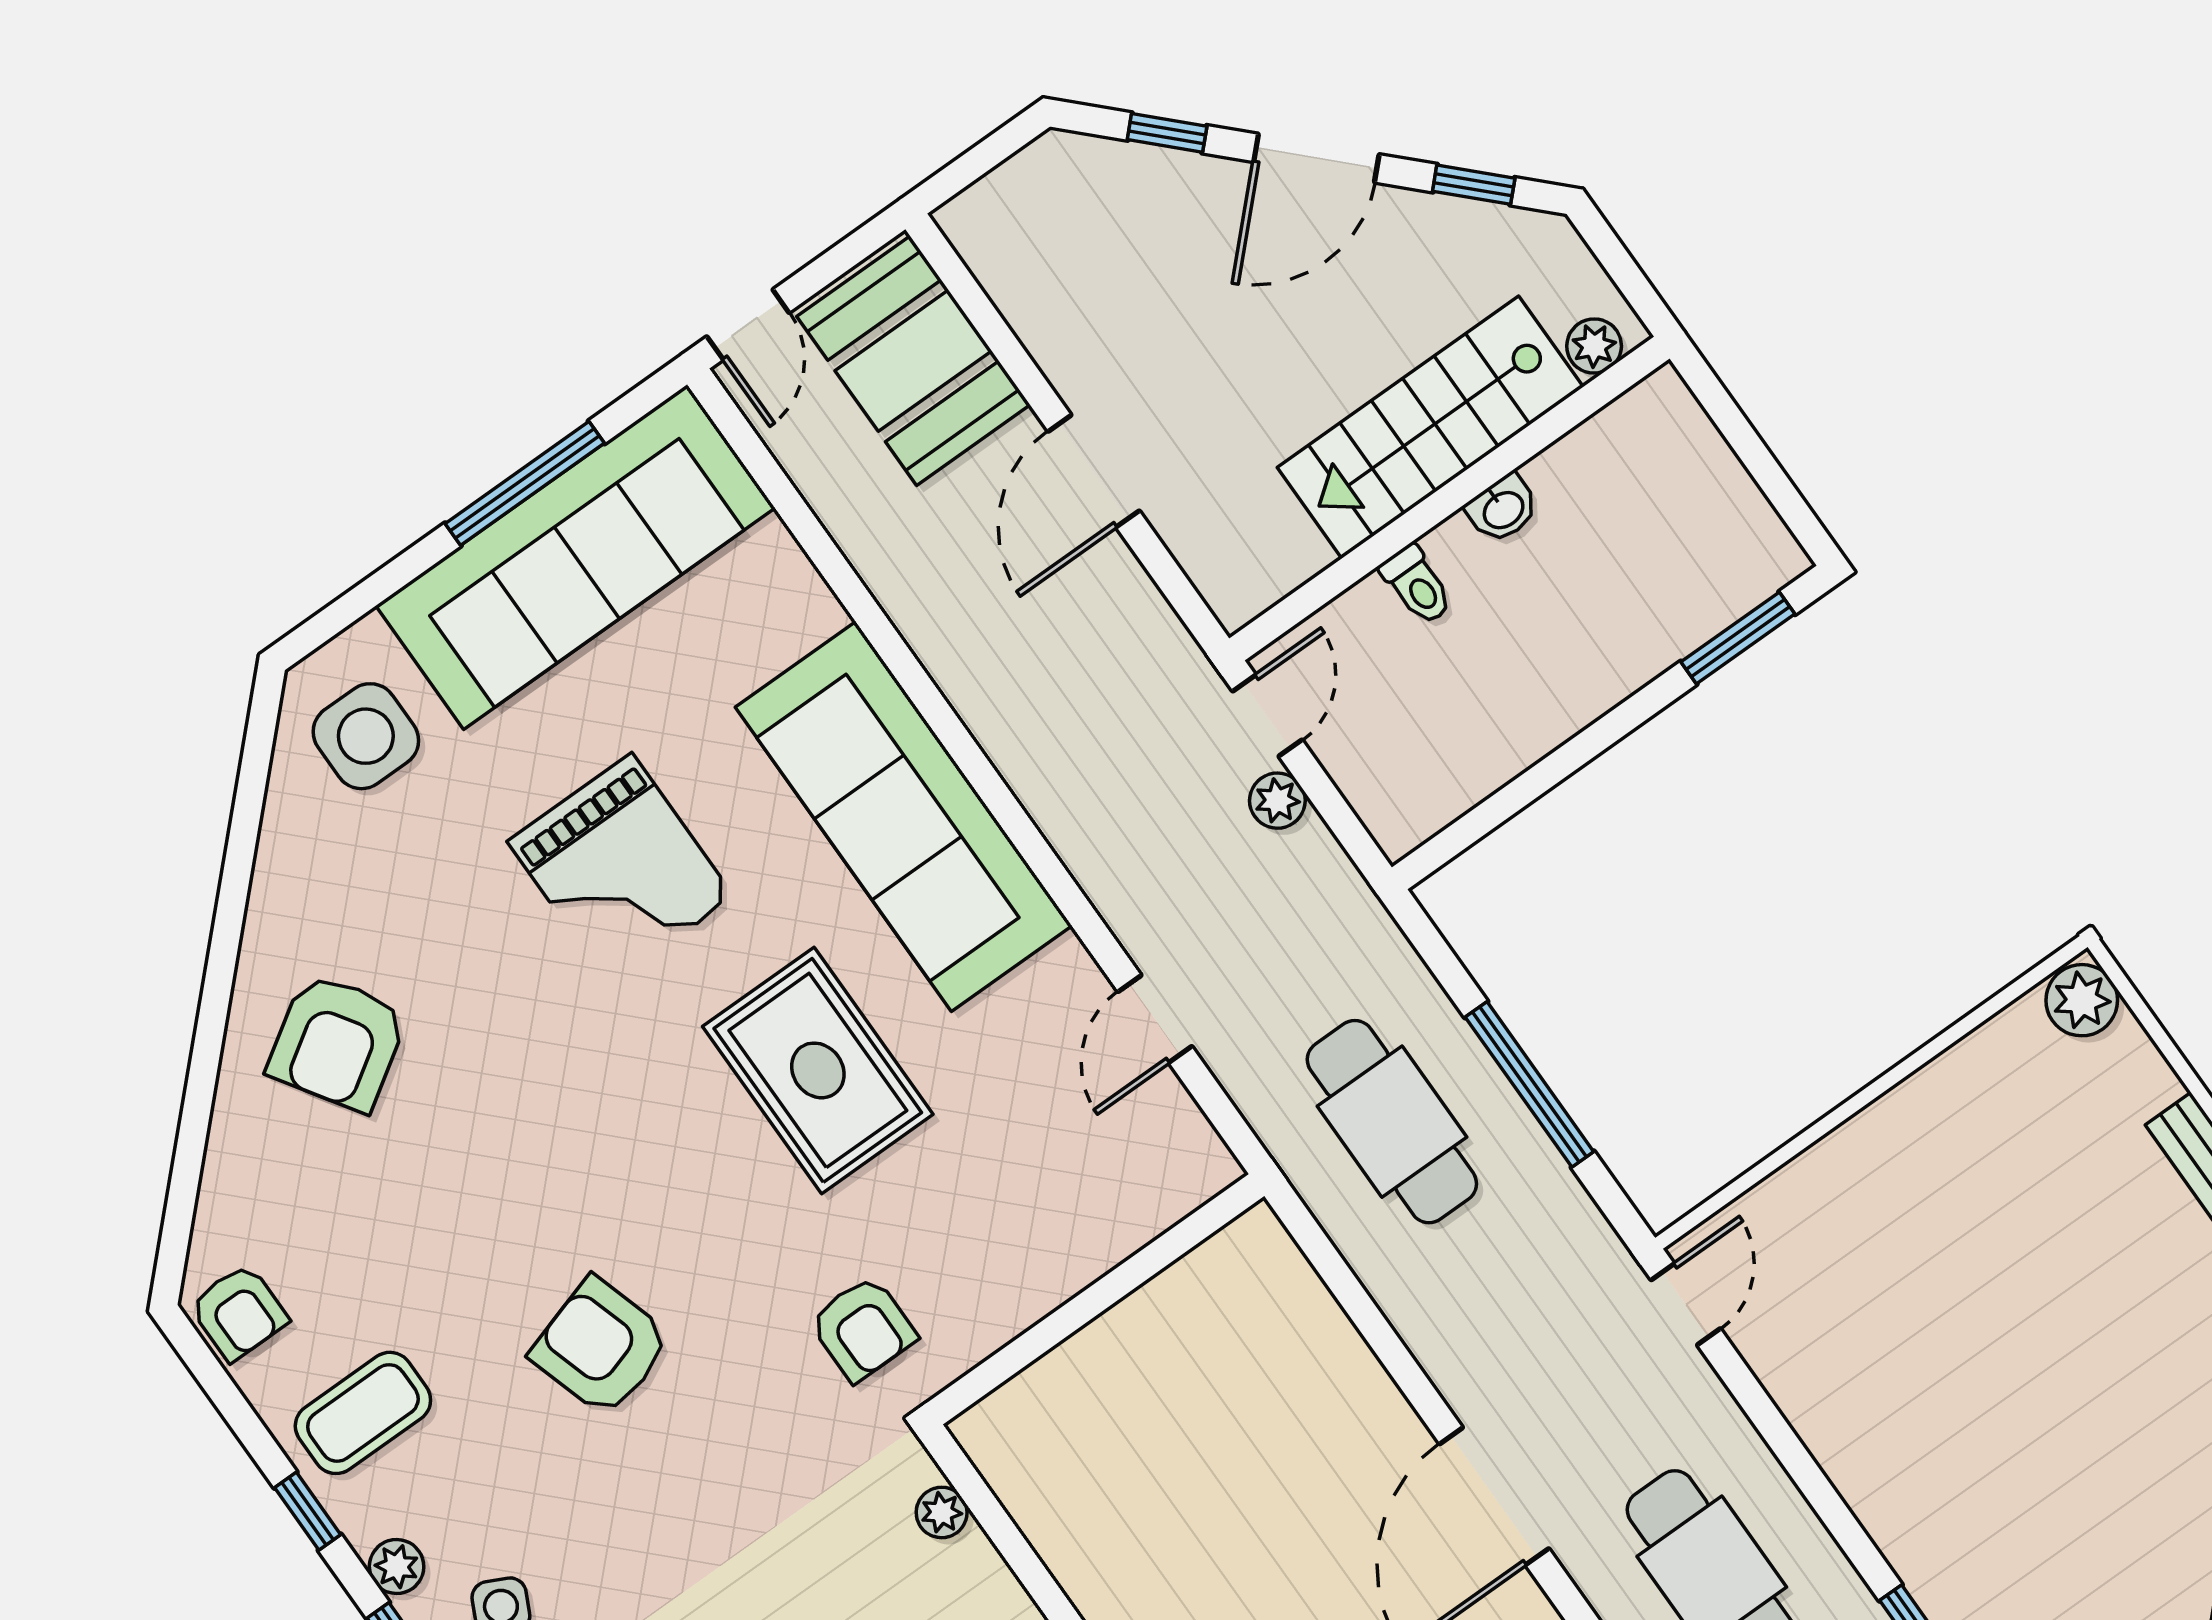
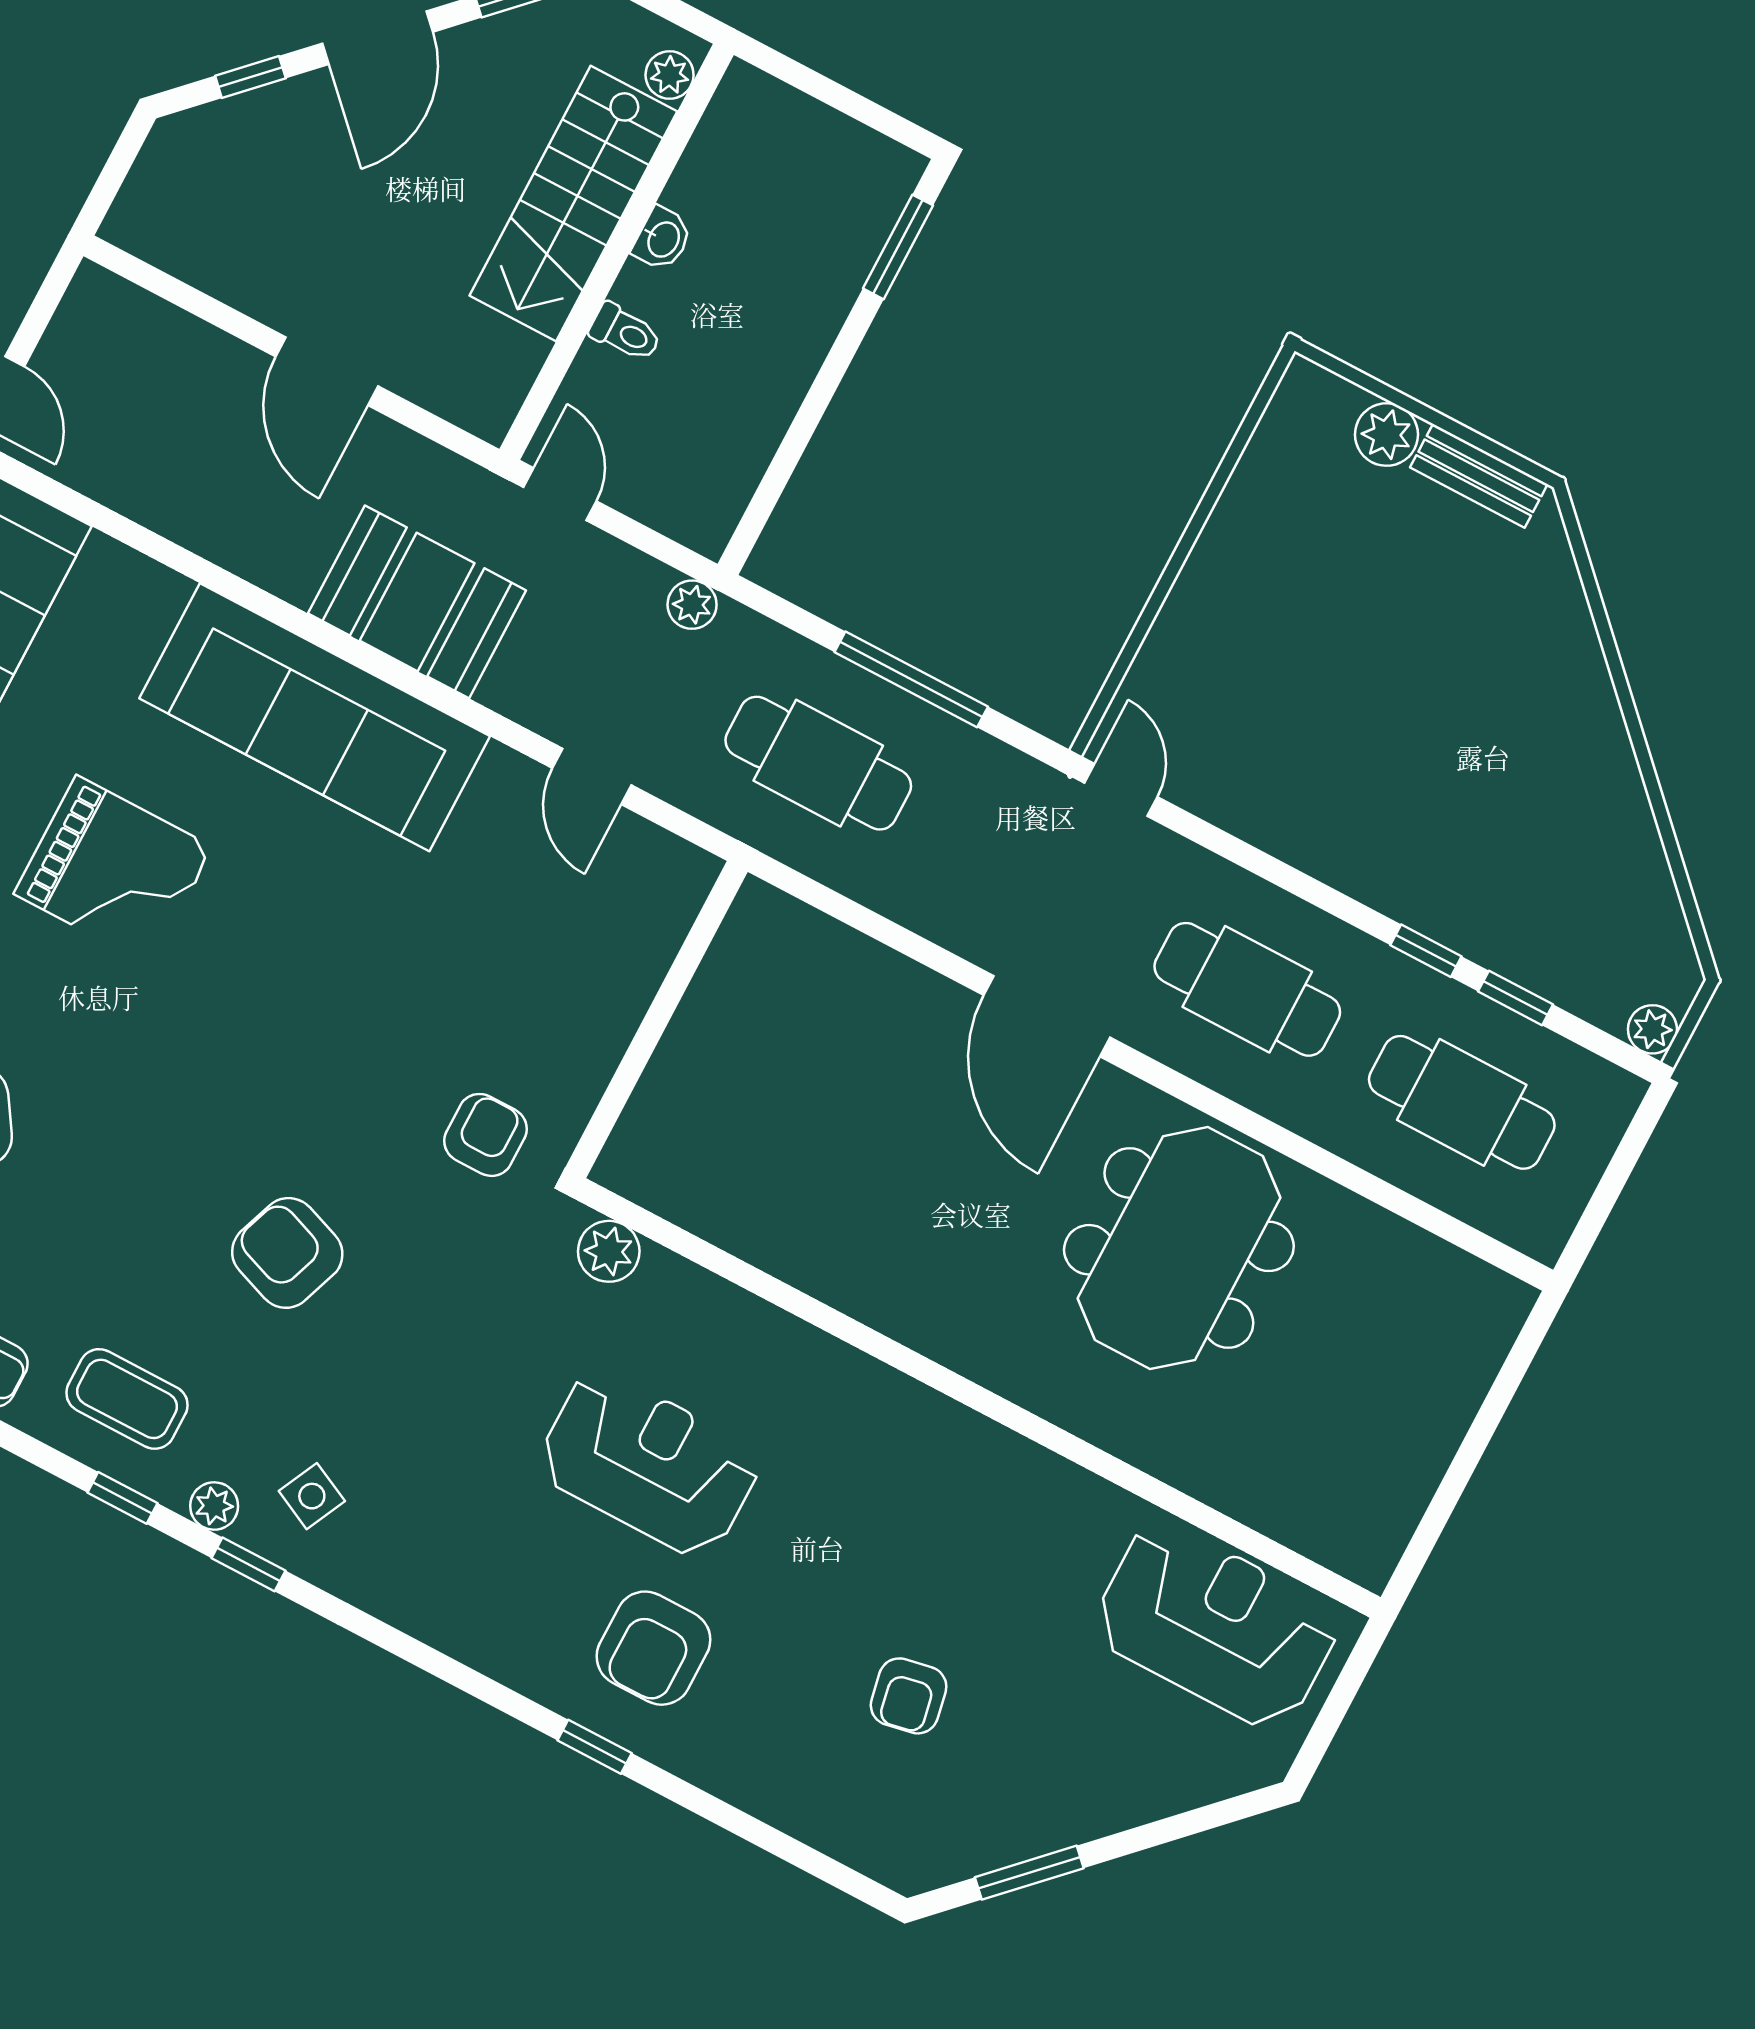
booth: (913, 361) -> (417, 602), moved
plant: (1277, 801) -> (692, 605), moved
plant: (2082, 1000) -> (1386, 435), moved
rug: (818, 1070) -> (348, 950), removed
armchair: (863, 1329) -> (486, 1135), turned -90
armchair: (601, 1347) -> (287, 1253), turned 37
coffee table: (363, 1413) -> (127, 1399), turned 90
plant: (942, 1512) -> (609, 1251), width x1.38, depth x1.38

